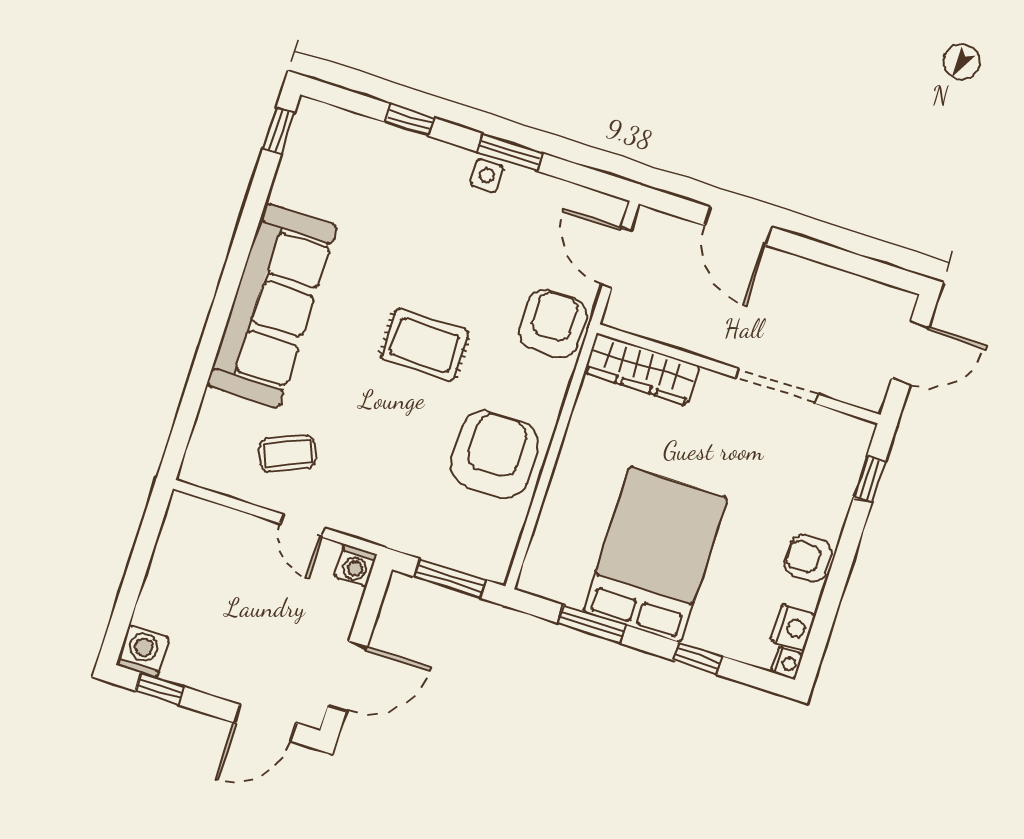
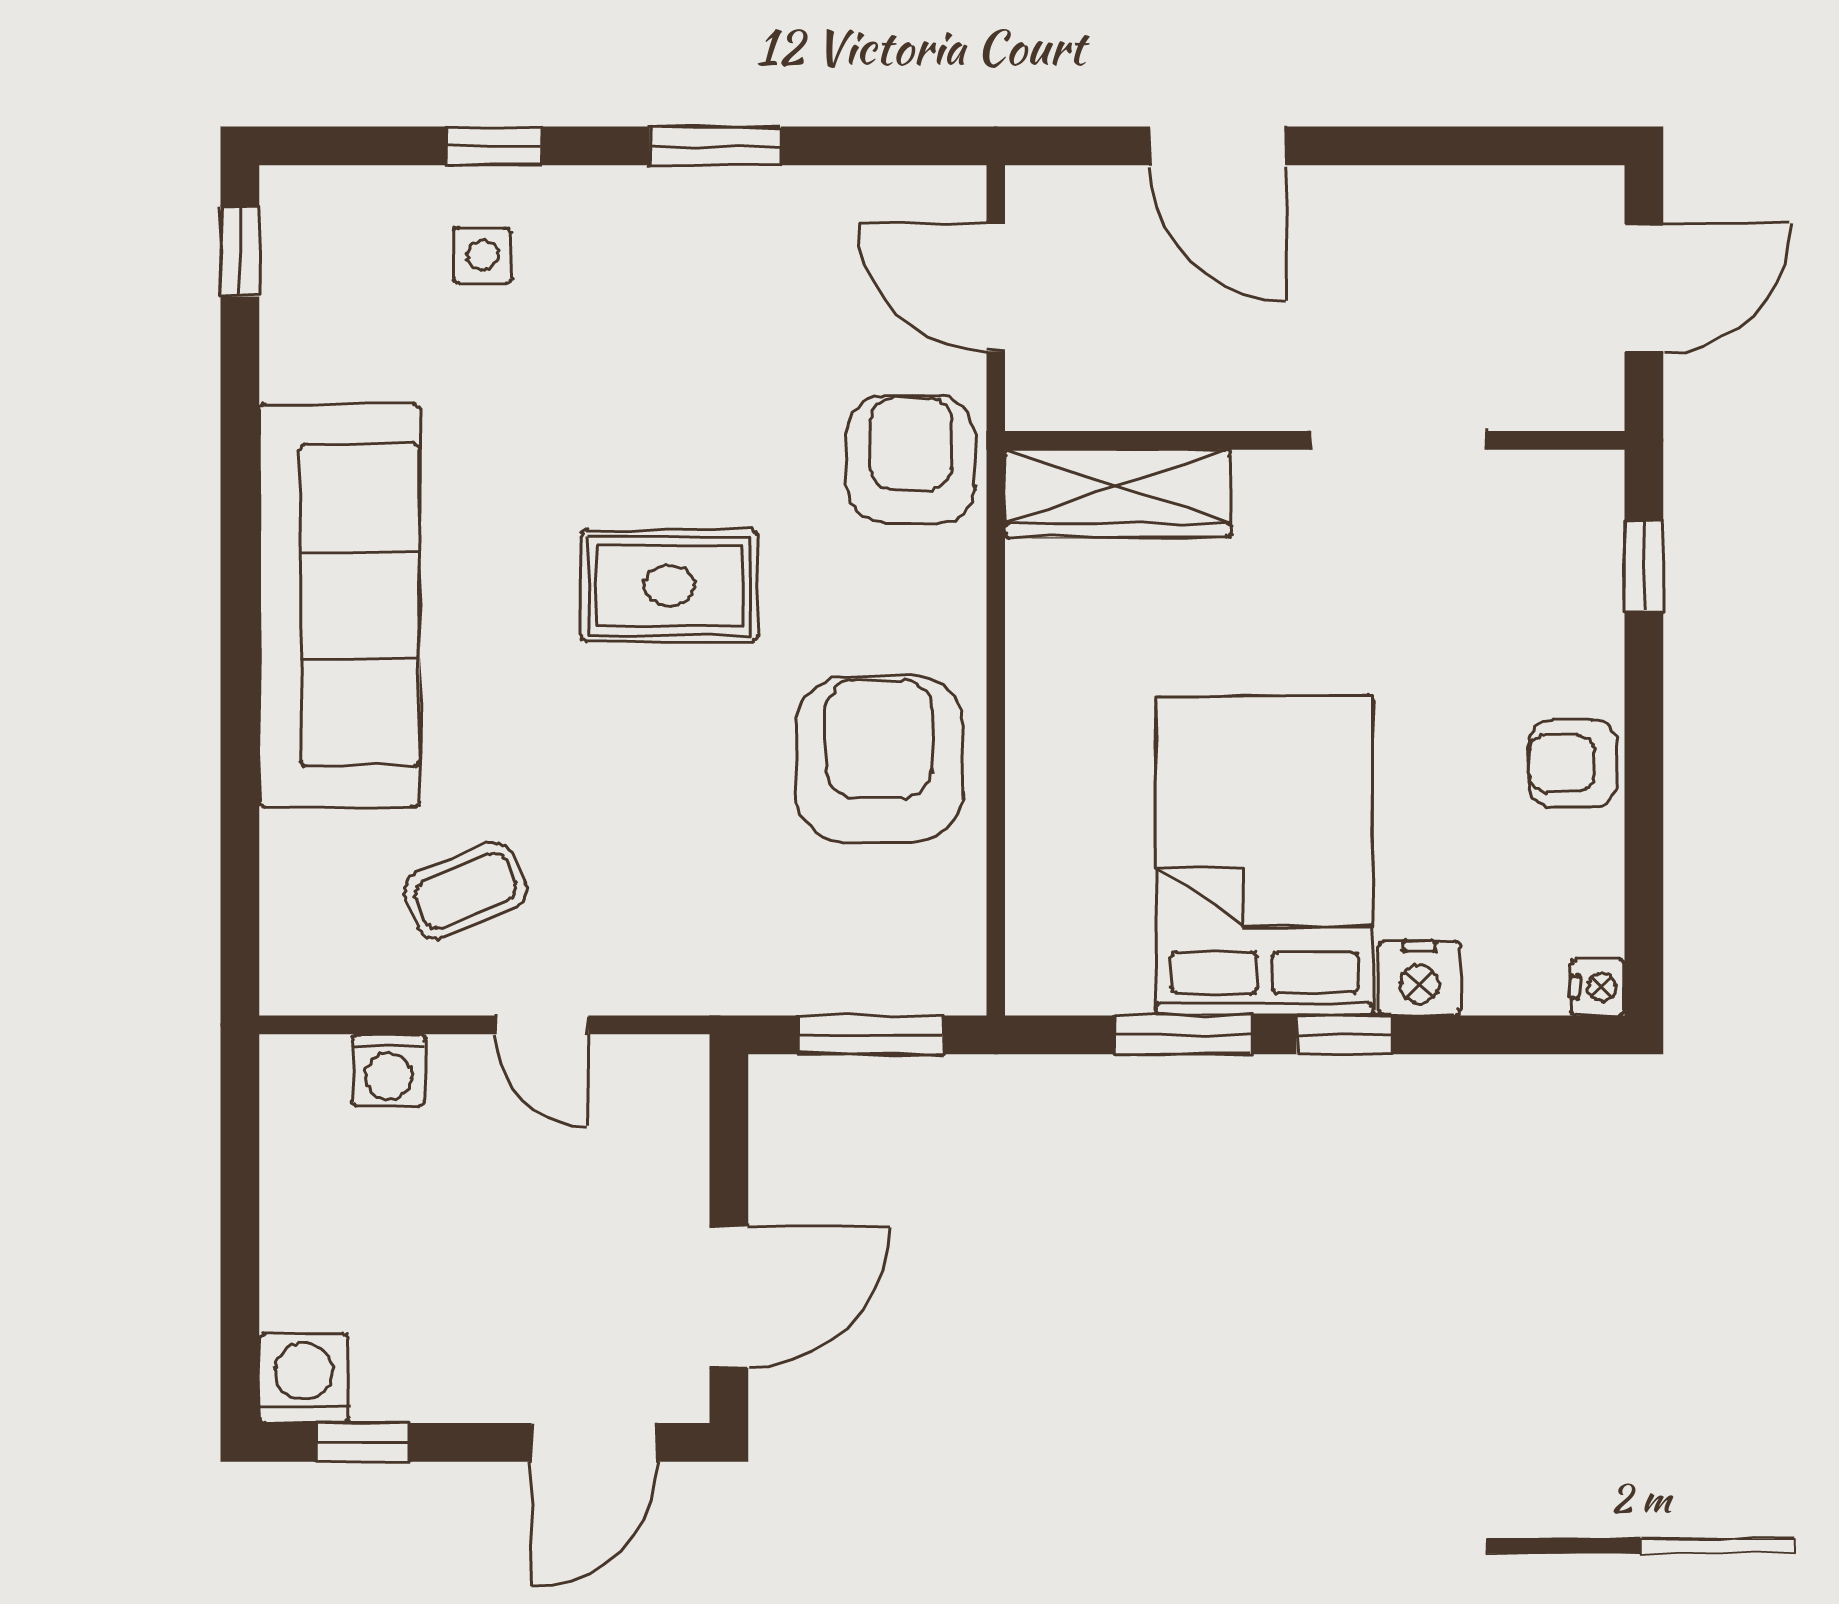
side table: (487, 175) -> (482, 255), moved
washing machine: (356, 566) -> (389, 1070), moved
nightstand: (793, 628) -> (1419, 978), moved, turned 90
window: (698, 658) -> (1344, 1035), moved

